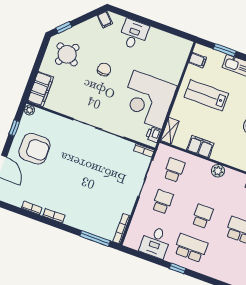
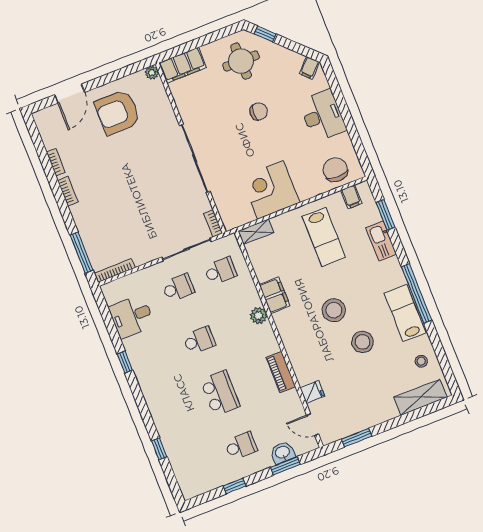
desk: (134, 34) -> (322, 116), width x1.37
round table: (67, 54) -> (241, 61), turned -31
chair: (174, 56) -> (335, 170), added
lab bench: (206, 95) -> (324, 237), turned 180
corner desk: (148, 100) -> (270, 190), width x0.74, depth x0.74
window: (14, 128) -> (120, 74), removed
printer: (153, 135) -> (237, 219), removed
filing cabinet: (200, 147) -> (275, 295), moved
armchair: (35, 149) -> (118, 112), turned 90
school desk: (191, 248) -> (157, 357), removed

